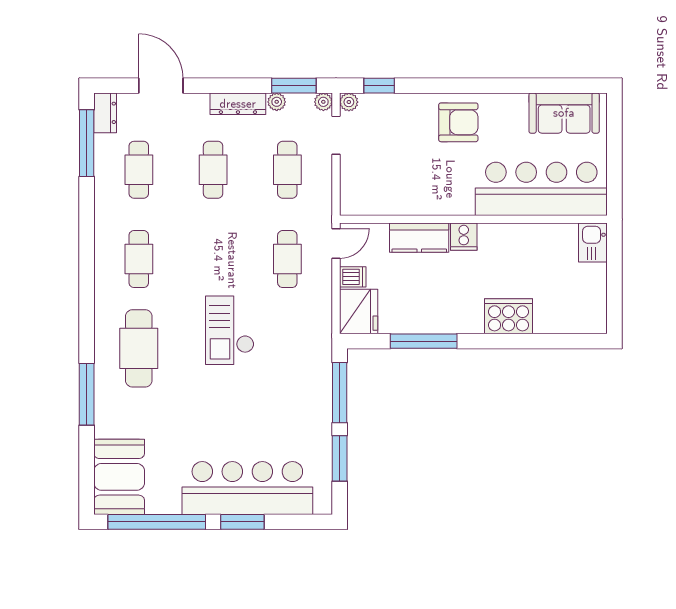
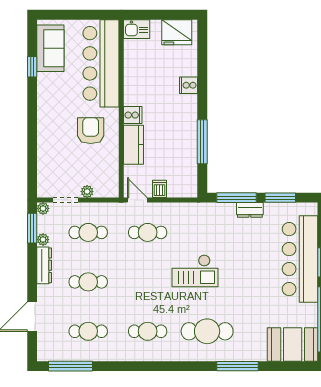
window: (379, 86) -> (32, 67), moved
plant: (349, 102) -> (87, 192), moved
dresser: (105, 113) -> (250, 210), moved, turned 180
armchair: (458, 122) -> (91, 131), moved
fridge: (359, 311) -> (177, 32), moved, turned 180
cooker: (509, 316) -> (188, 85), width x0.53, depth x0.76

